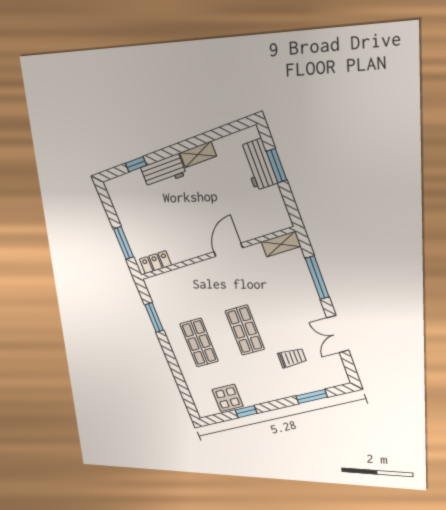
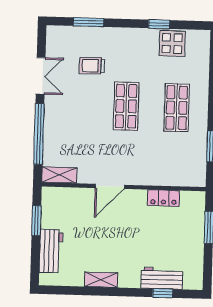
window: (277, 166) -> (36, 221), moved
workbench: (163, 171) -> (162, 278), moved
locker: (155, 262) -> (164, 198), moved
window: (317, 278) -> (39, 134), width x1.46

